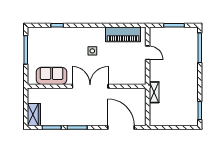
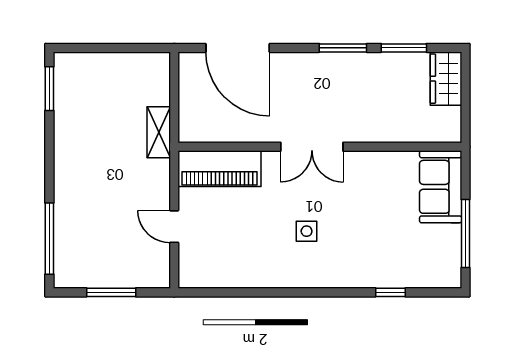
piano: (123, 34) -> (219, 169), moved, turned 180
sofa: (52, 76) -> (441, 187), moved, turned 90
double door: (90, 86) -> (312, 147), width x0.73

